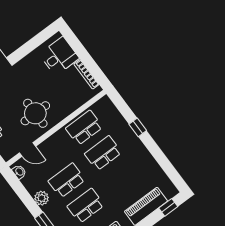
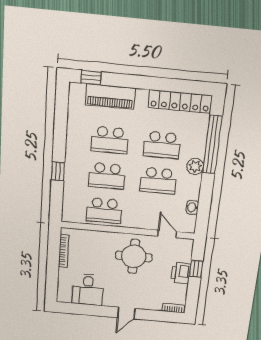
desk: (59, 56) -> (88, 290), moved, turned -90
washbasin: (19, 172) -> (192, 207), moved
school desk: (122, 178) -> (110, 140), added
plant: (42, 198) -> (195, 166), moved

